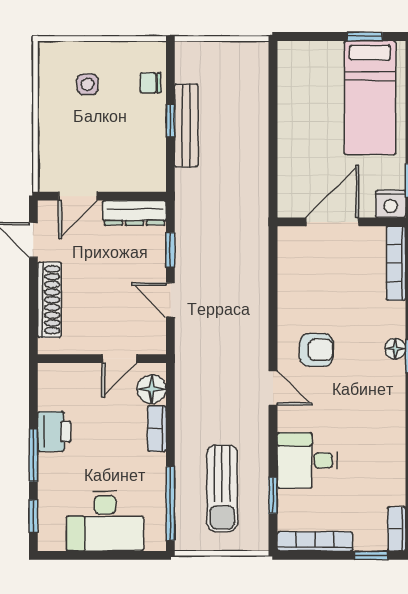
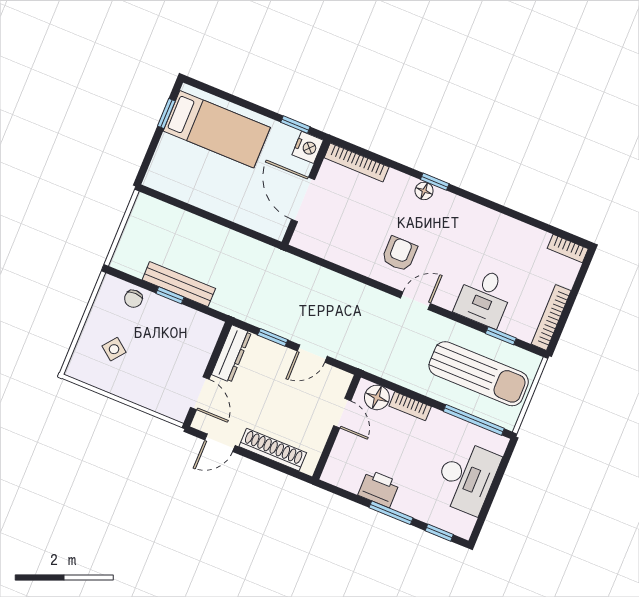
side table: (87, 84) -> (114, 349), turned 38
sun lounger: (222, 488) -> (479, 374), width x1.36, depth x1.34
window: (371, 555) -> (580, 277), removed

